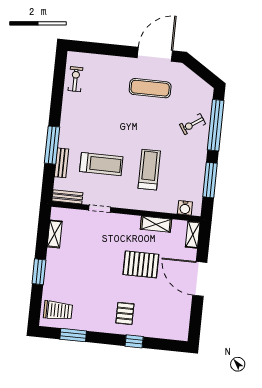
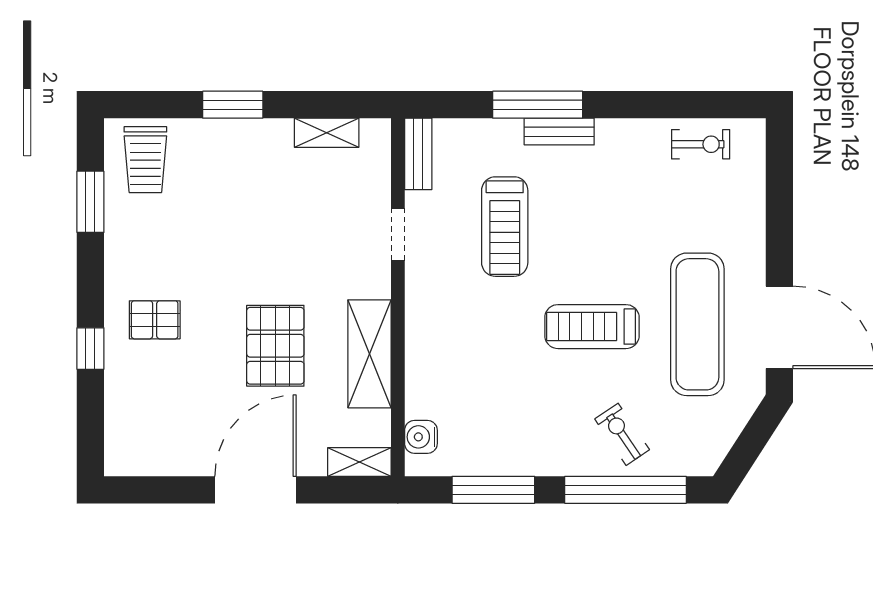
exercise mat: (150, 88) -> (697, 324), width x1.36, depth x1.45
bench: (61, 163) -> (559, 132), moved
treadmill: (149, 170) -> (592, 327), moved, turned 180
shelving: (156, 224) -> (369, 354), width x1.50, depth x1.33

